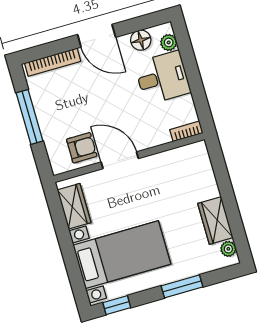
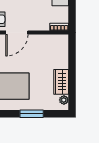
door: (120, 160) -> (17, 32), swing flipped

